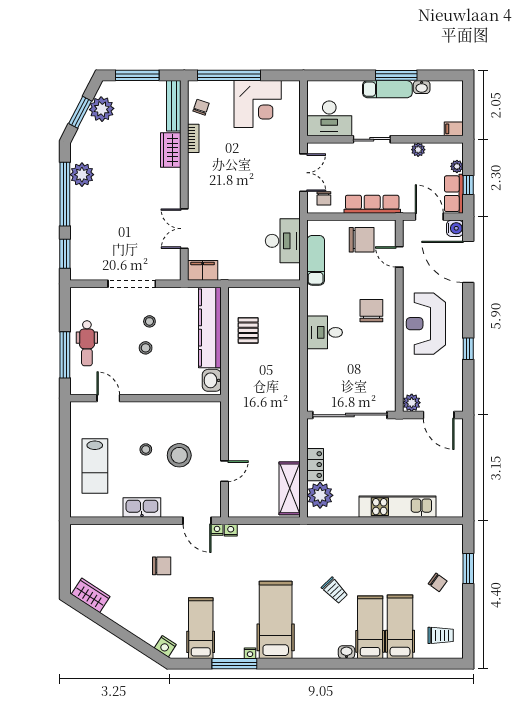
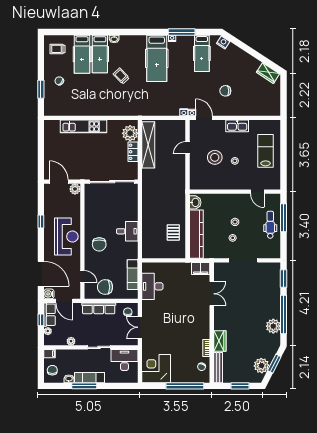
window: (137, 75) -> (240, 386), width x0.69
chair: (449, 101) -> (52, 370), added
corner desk: (258, 104) -> (156, 369), moved
shelving: (290, 488) -> (148, 145), width x1.47

